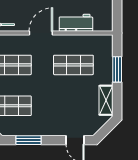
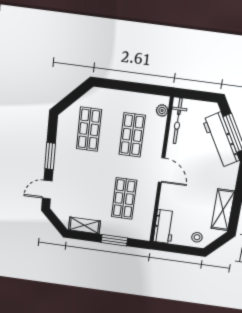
workbench: (76, 23) -> (164, 227), moved
window: (28, 140) -> (50, 156), moved

